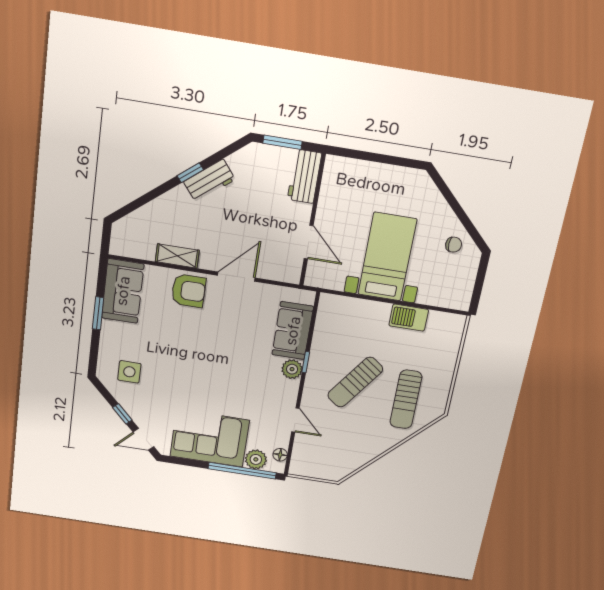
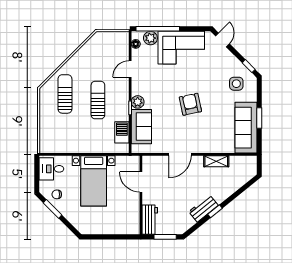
window: (466, 222) -> (53, 209), added
desk: (453, 287) -> (51, 169), added
sofa: (123, 291) -> (246, 128), width x1.36
armchair: (188, 291) -> (190, 104), moved, turned 78
barbecue: (409, 318) -> (122, 132), moved, turned -90
sun lounger: (355, 382) -> (98, 100), turned -36
window: (122, 414) -> (249, 66), moved
door: (295, 420) -> (130, 69), hinge flipped
door: (144, 439) -> (222, 40), hinge flipped

